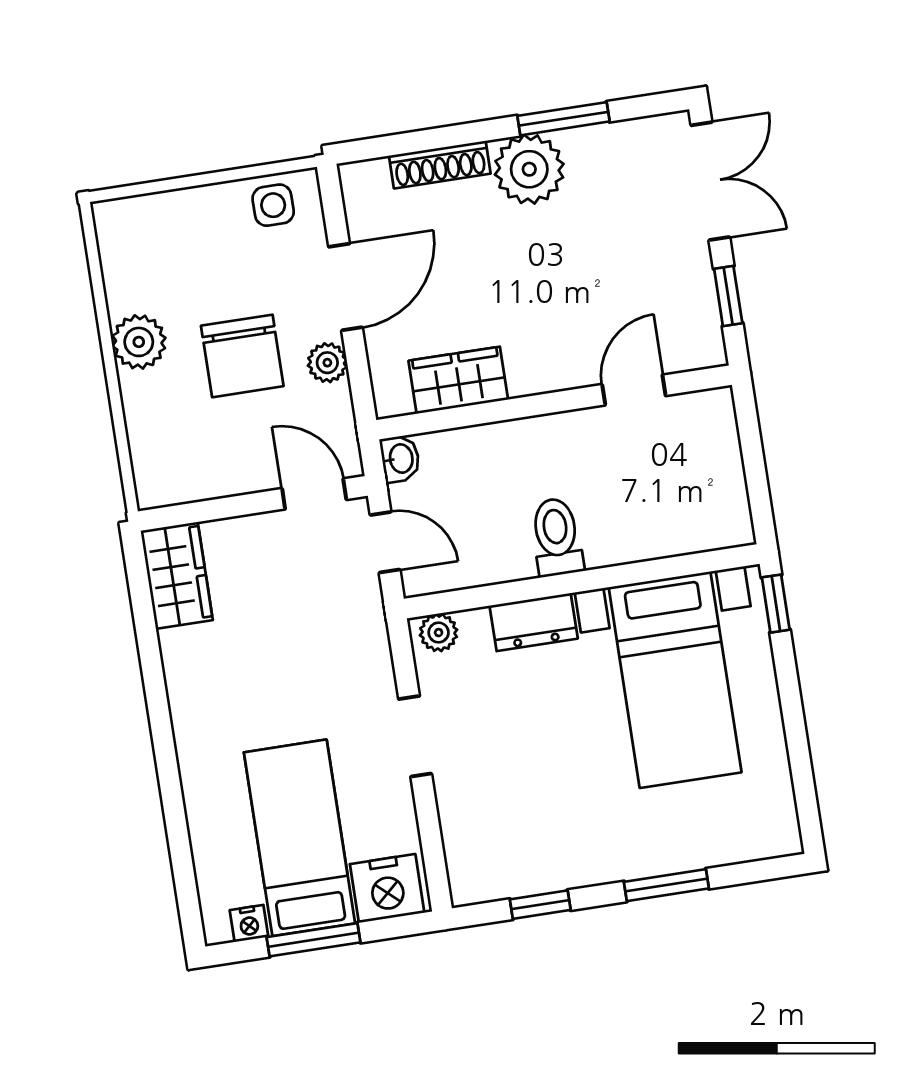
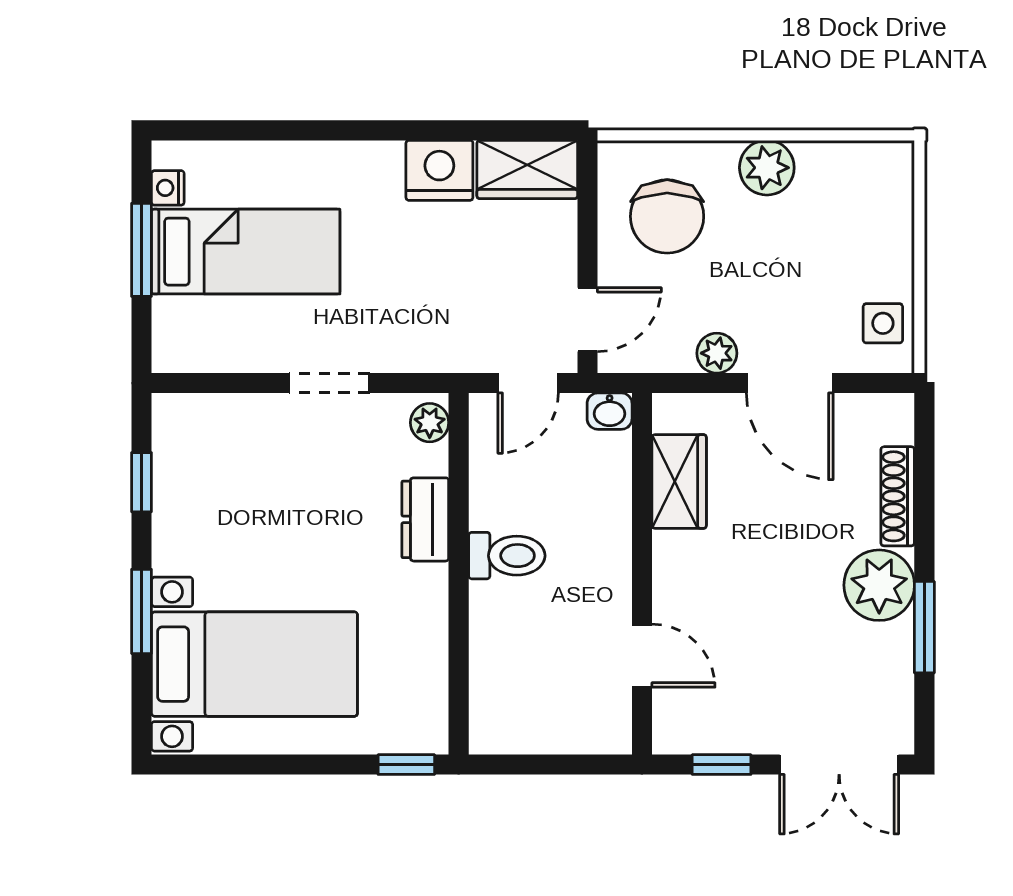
chair: (242, 356) -> (667, 216), moved, turned -90
bed with nightstands: (675, 680) -> (254, 664), moved, turned 180
nightstand: (387, 888) -> (439, 170), moved, turned 90

